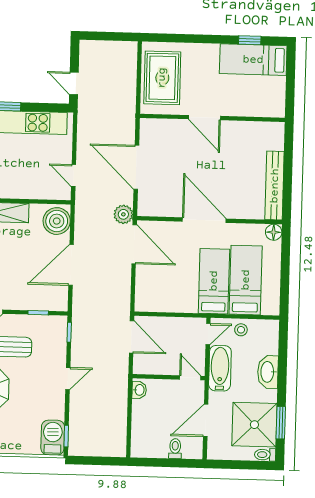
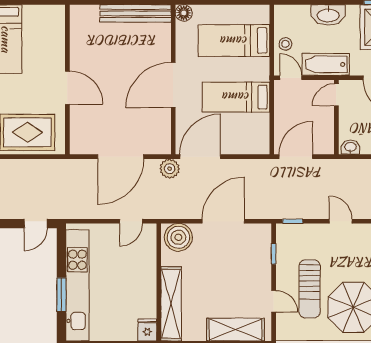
door: (204, 118) -> (67, 88), hinge flipped
door: (71, 265) -> (223, 221), swing flipped
bed: (214, 281) -> (236, 97), moved

